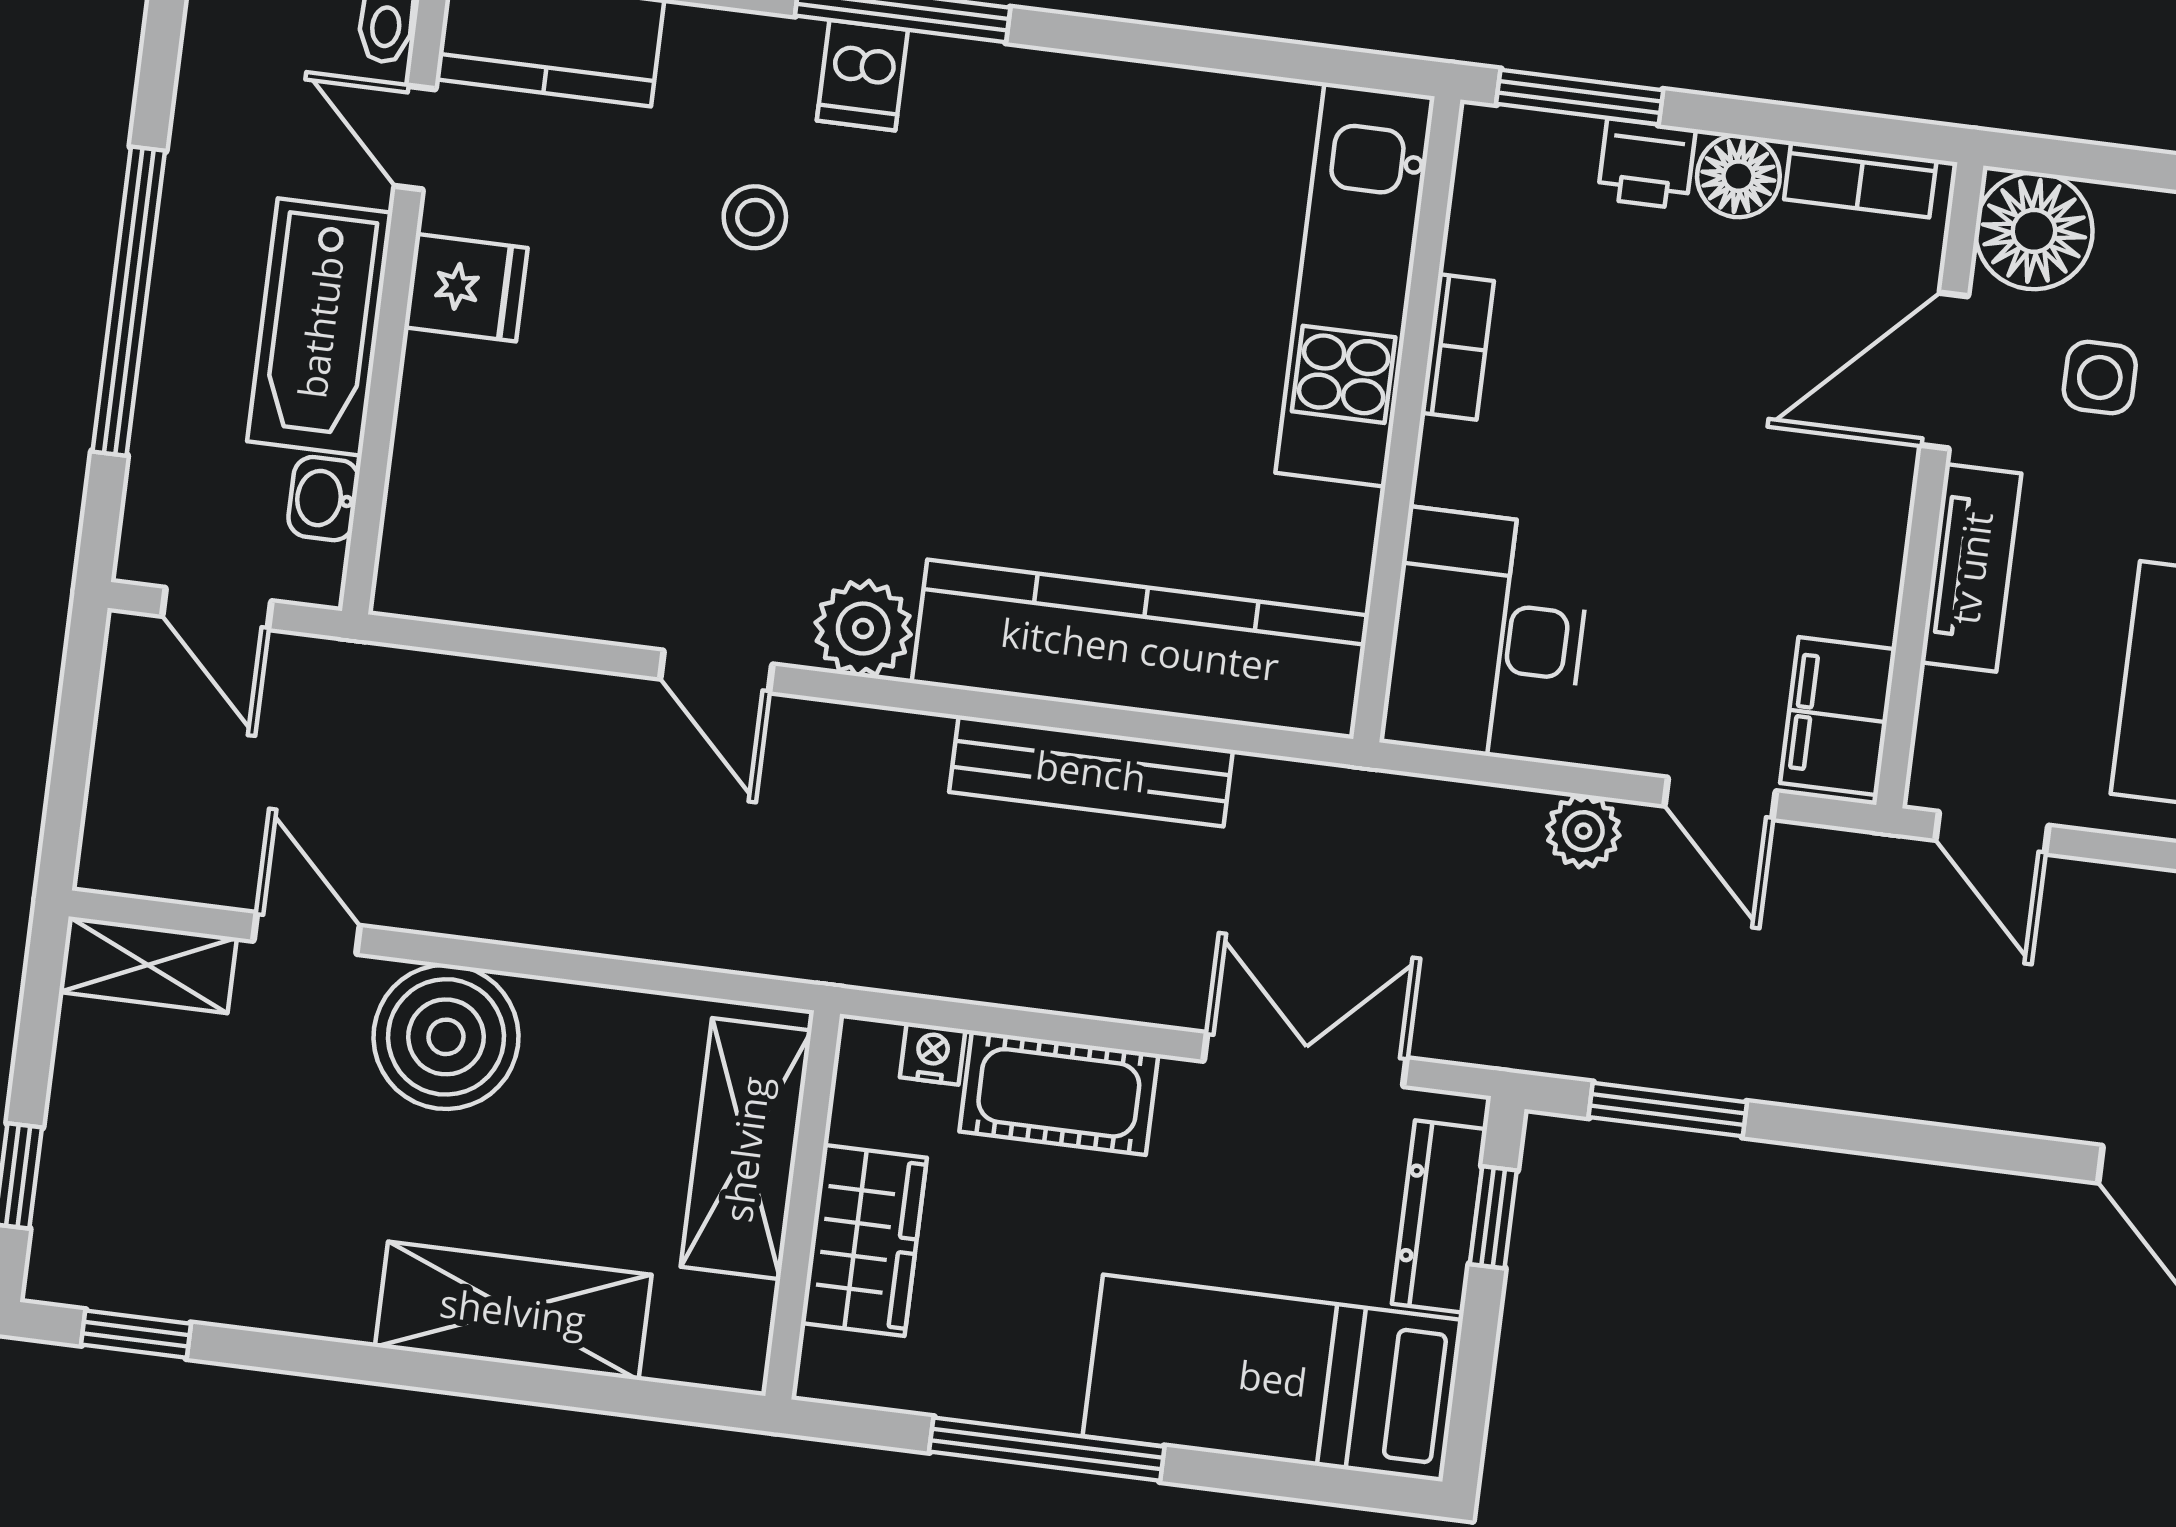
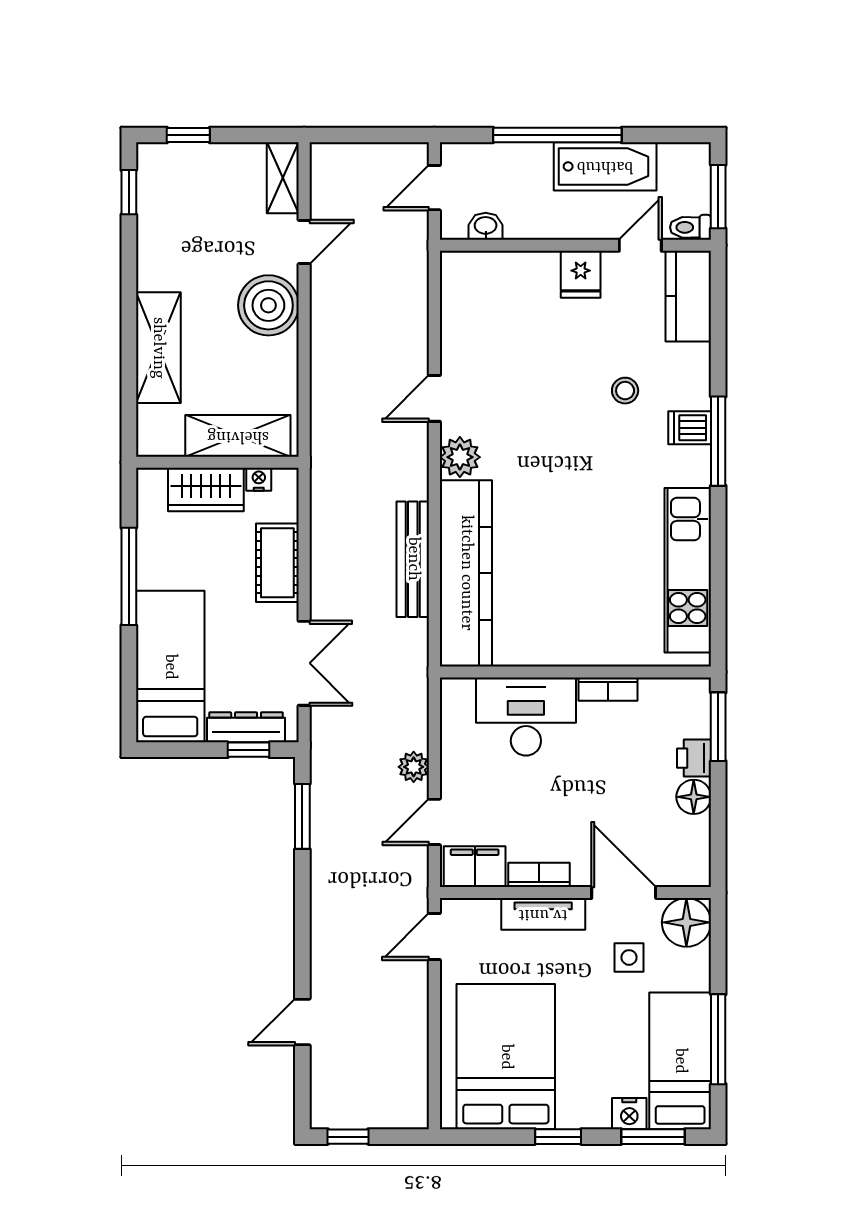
bookcase: (1860, 179) -> (539, 875), moved, turned 90
kitchen unit: (1355, 285) -> (688, 570), moved, turned -90
bathtub: (320, 327) -> (605, 166), moved, turned 180
desk: (1487, 636) -> (526, 717), moved
nightstand: (933, 1053) -> (259, 479), moved, turned -90

